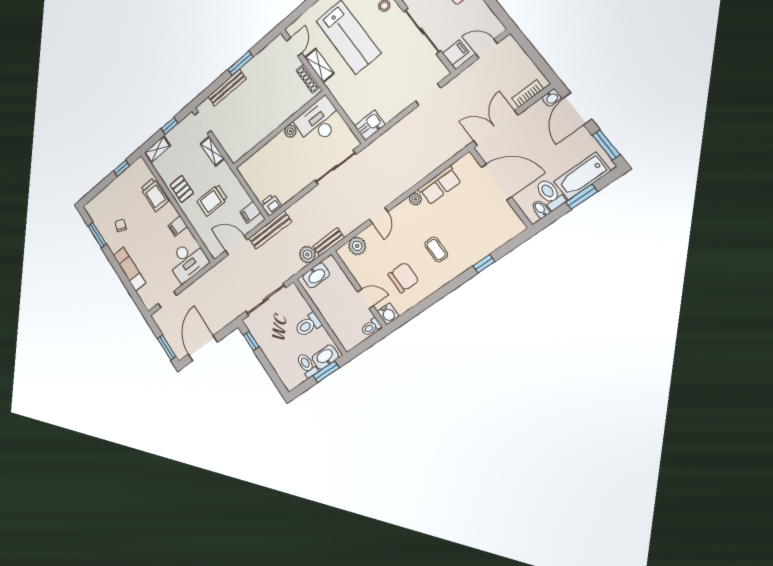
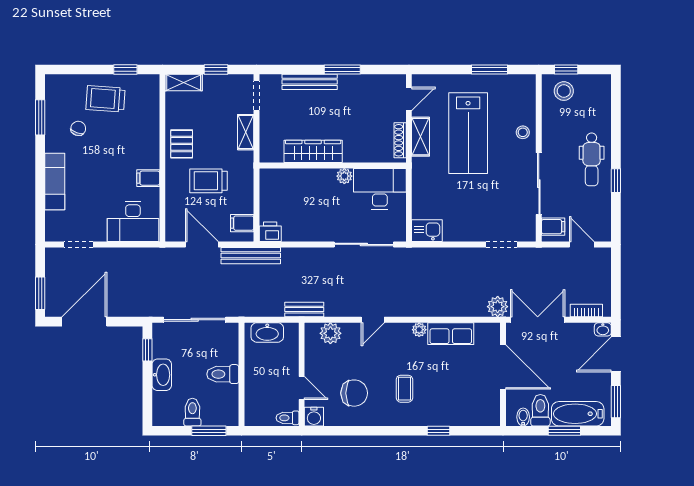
wardrobe: (260, 131) -> (313, 151), added
trolley: (155, 195) -> (105, 99), moved, turned 94
plant: (307, 255) -> (498, 307), moved
washbasin: (325, 357) -> (162, 375), moved, turned 90

